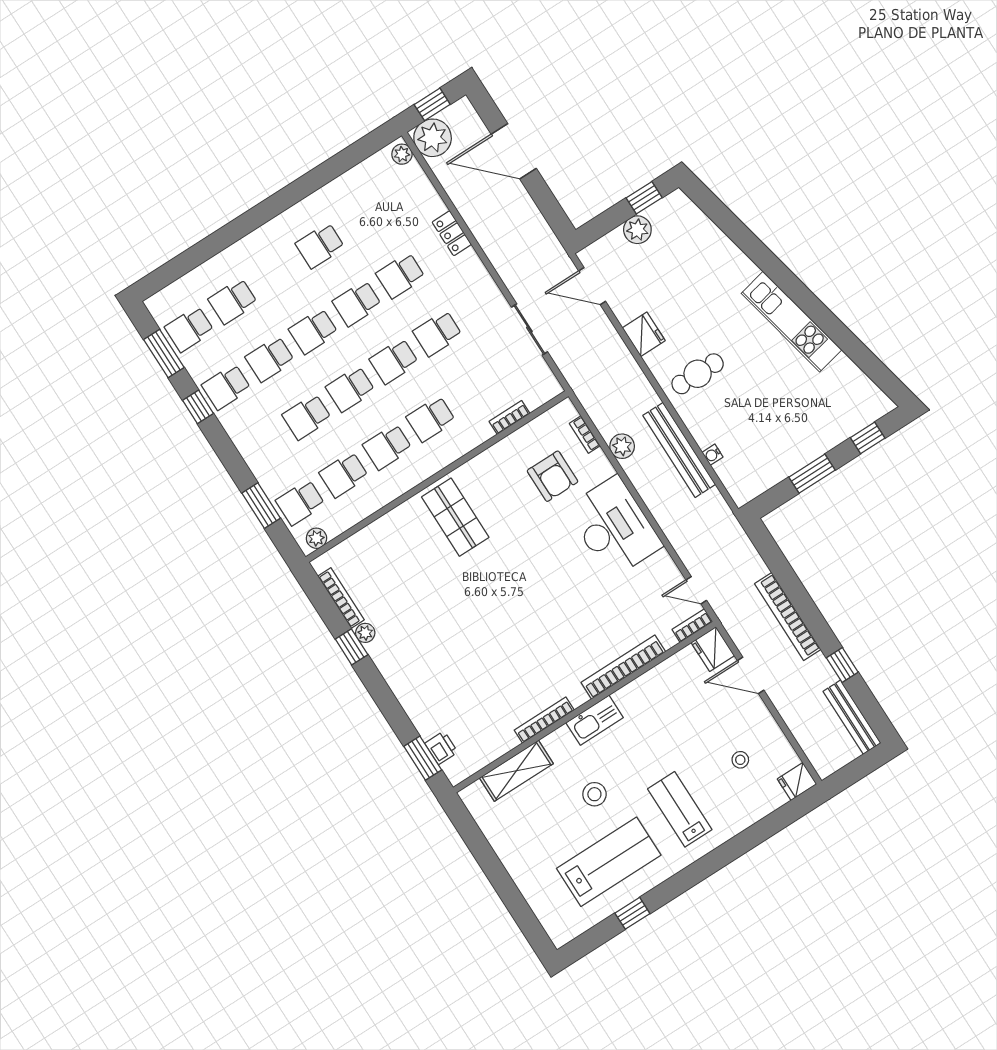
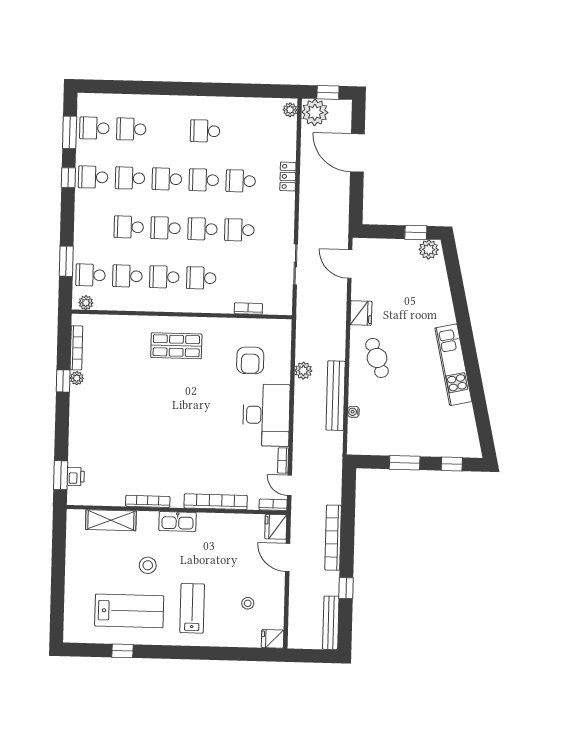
plant: (637, 230) -> (429, 250), moved
cafe table: (698, 374) -> (377, 358), turned 70
bookcase: (585, 435) -> (283, 461), moved
shop shelf: (455, 517) -> (176, 346), turned 90

